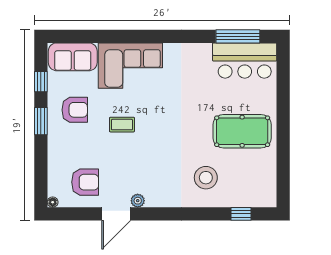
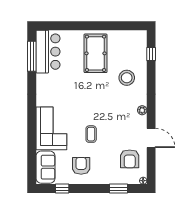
window: (41, 121) -> (119, 189), moved
armchair: (85, 182) -> (130, 159), turned 180
plant: (138, 201) -> (142, 110), moved

